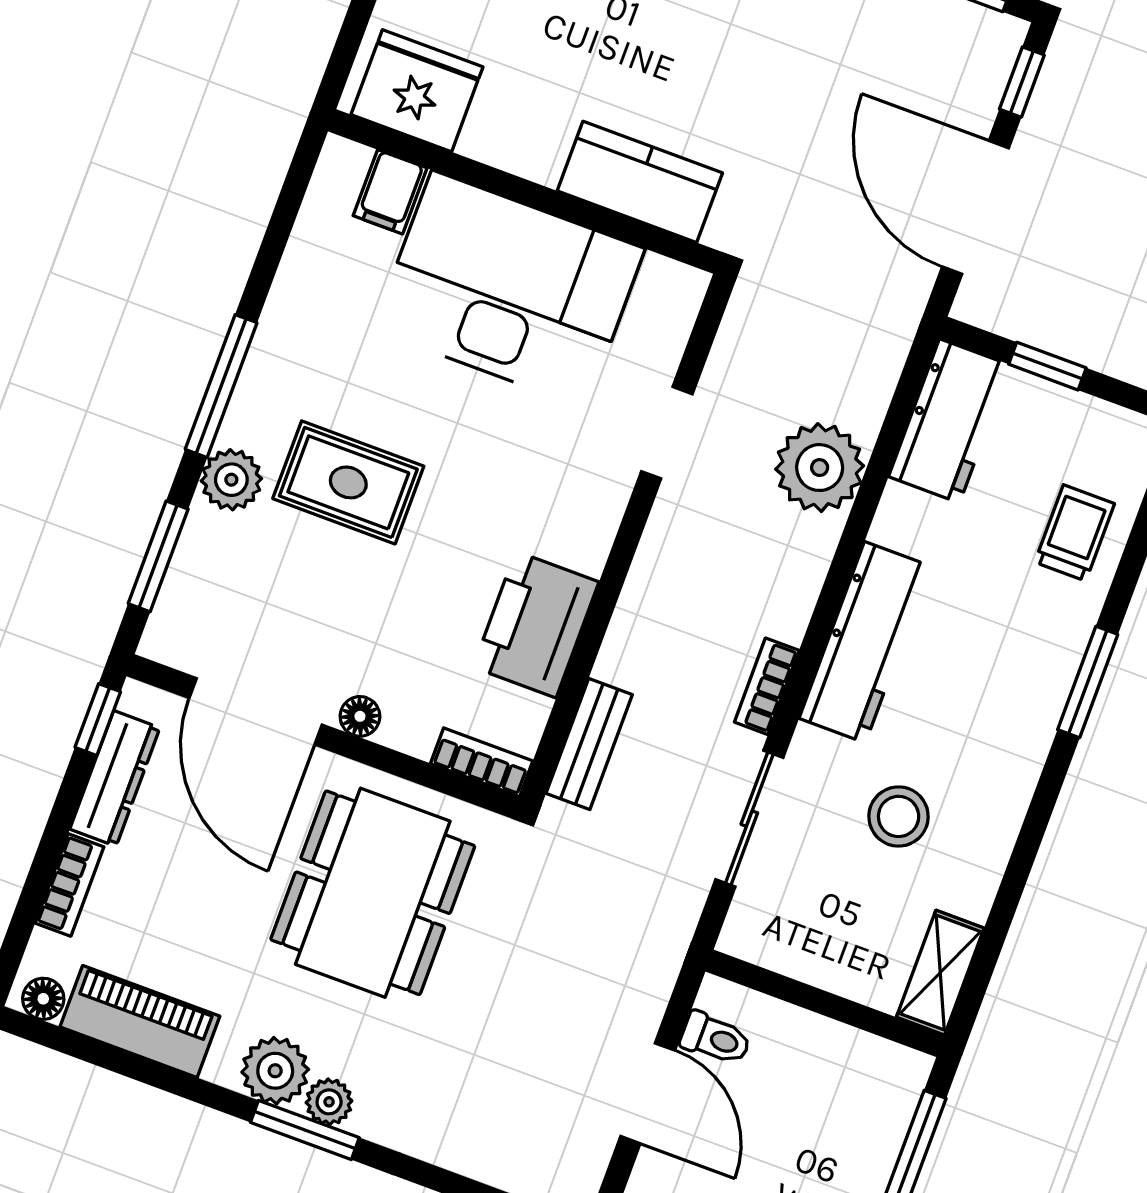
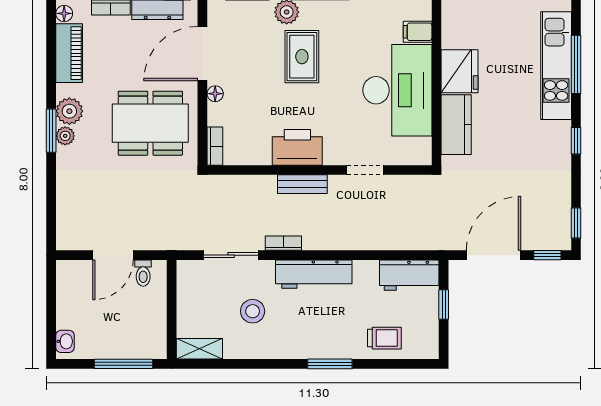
fridge: (417, 91) -> (460, 71), moved
plant: (820, 468) -> (373, 233), removed
printer: (536, 625) -> (297, 147), moved
bench: (589, 744) -> (302, 184), moved

